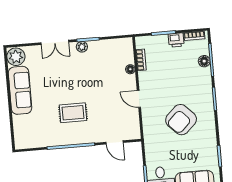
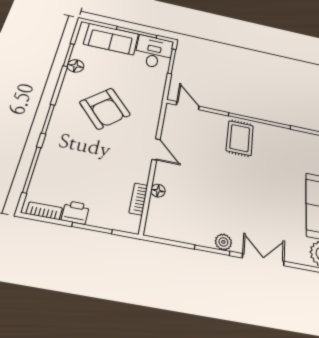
floor lamp: (204, 61) -> (76, 66), moved
rug: (73, 113) -> (240, 138), moved, turned 90
armchair: (181, 120) -> (105, 108), turned 92
door: (115, 142) -> (188, 106), moved

